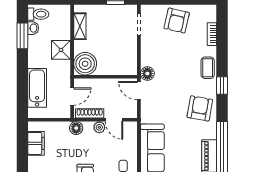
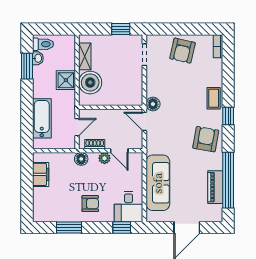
bookcase: (212, 34) -> (218, 46), moved
boiler: (85, 64) -> (90, 82), moved
shoe rack: (90, 113) -> (95, 144), width x0.70

